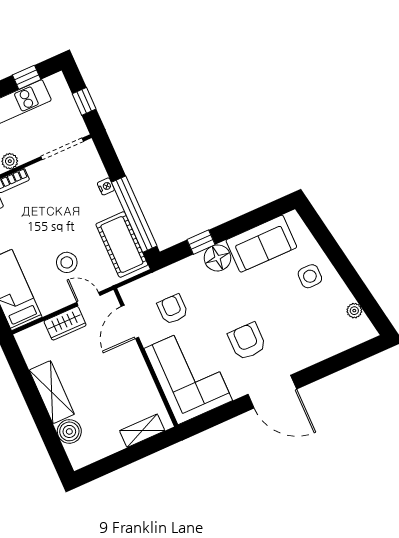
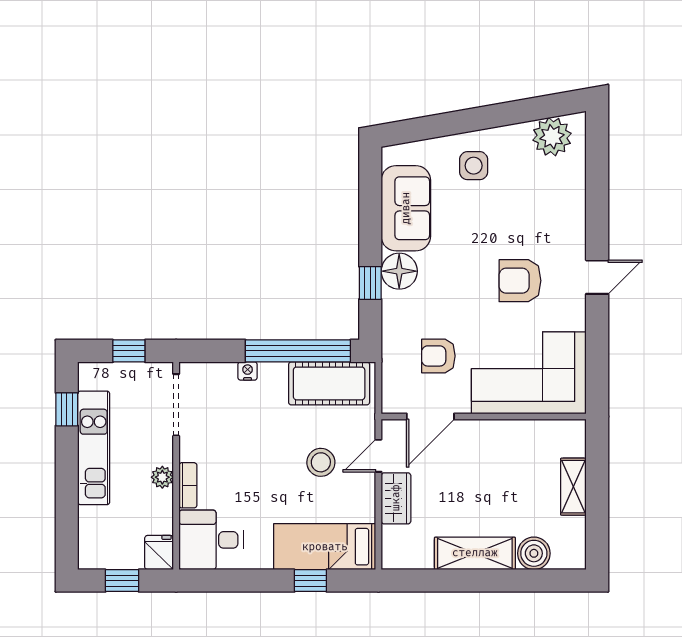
plant: (354, 311) -> (552, 137), width x1.88, depth x1.88
door: (130, 322) -> (430, 417), hinge flipped
door: (272, 392) -> (597, 277), width x0.53
shelving: (142, 431) -> (573, 487), moved

